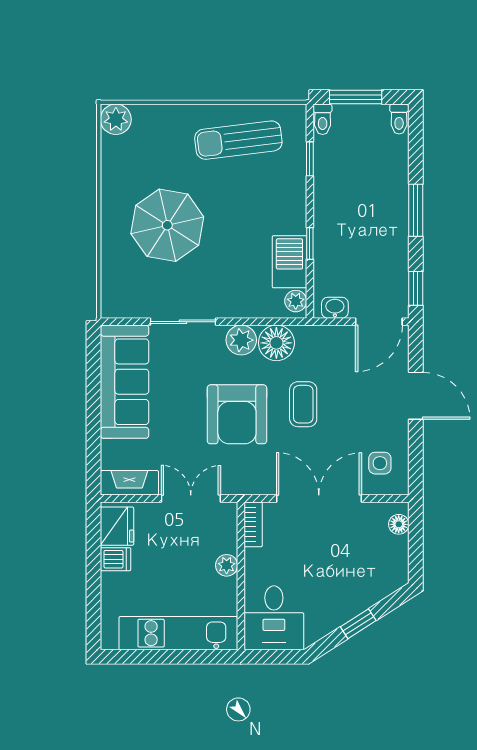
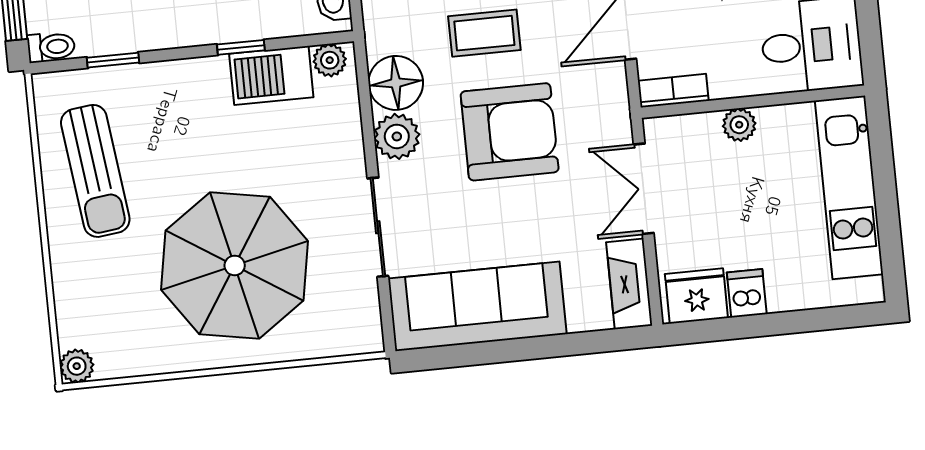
plant: (116, 119) -> (77, 366), width x0.73, depth x0.73
parasol: (167, 225) -> (235, 265), width x1.36, depth x1.36

